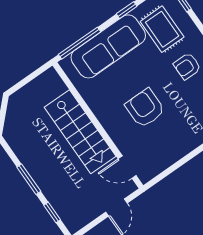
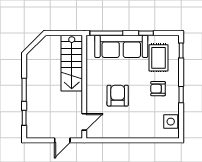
stairs: (80, 132) -> (72, 63), moved
door: (127, 167) -> (84, 122), swing flipped

